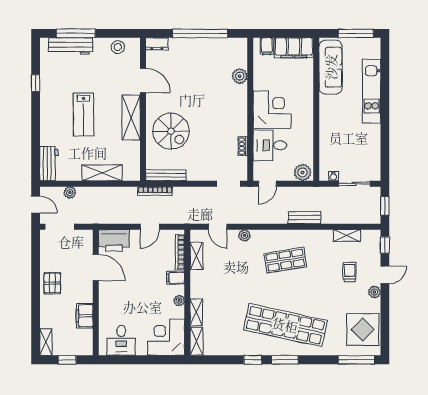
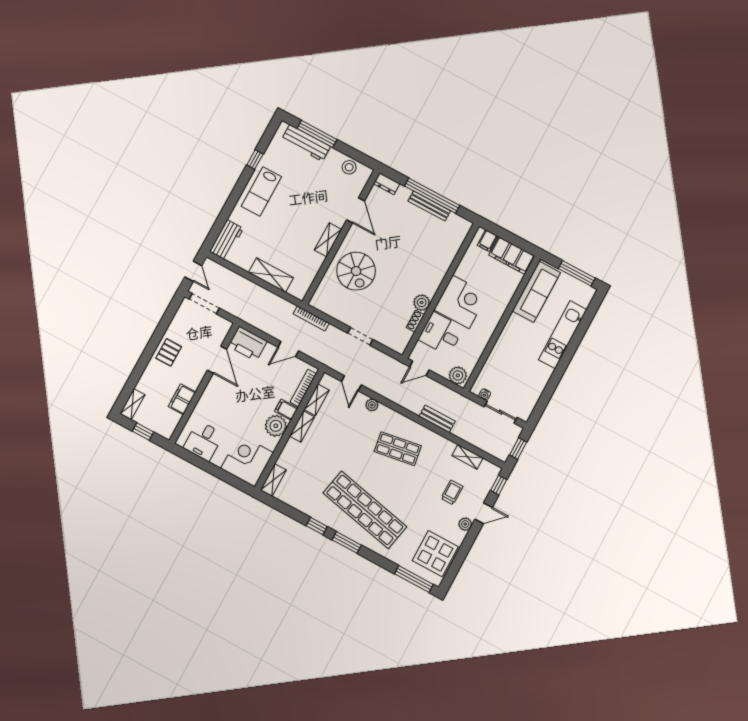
plant: (240, 76) -> (422, 303), moved
lab bench: (83, 114) -> (261, 192), moved
shelving: (131, 118) -> (328, 240), width x0.67, depth x0.75
bench: (166, 175) -> (429, 206), moved
doorway: (229, 184) -> (360, 336), moved
plant: (70, 193) -> (231, 277), removed
plant: (179, 300) -> (276, 426), width x1.87, depth x1.87
shelving: (196, 313) -> (302, 426), moved

